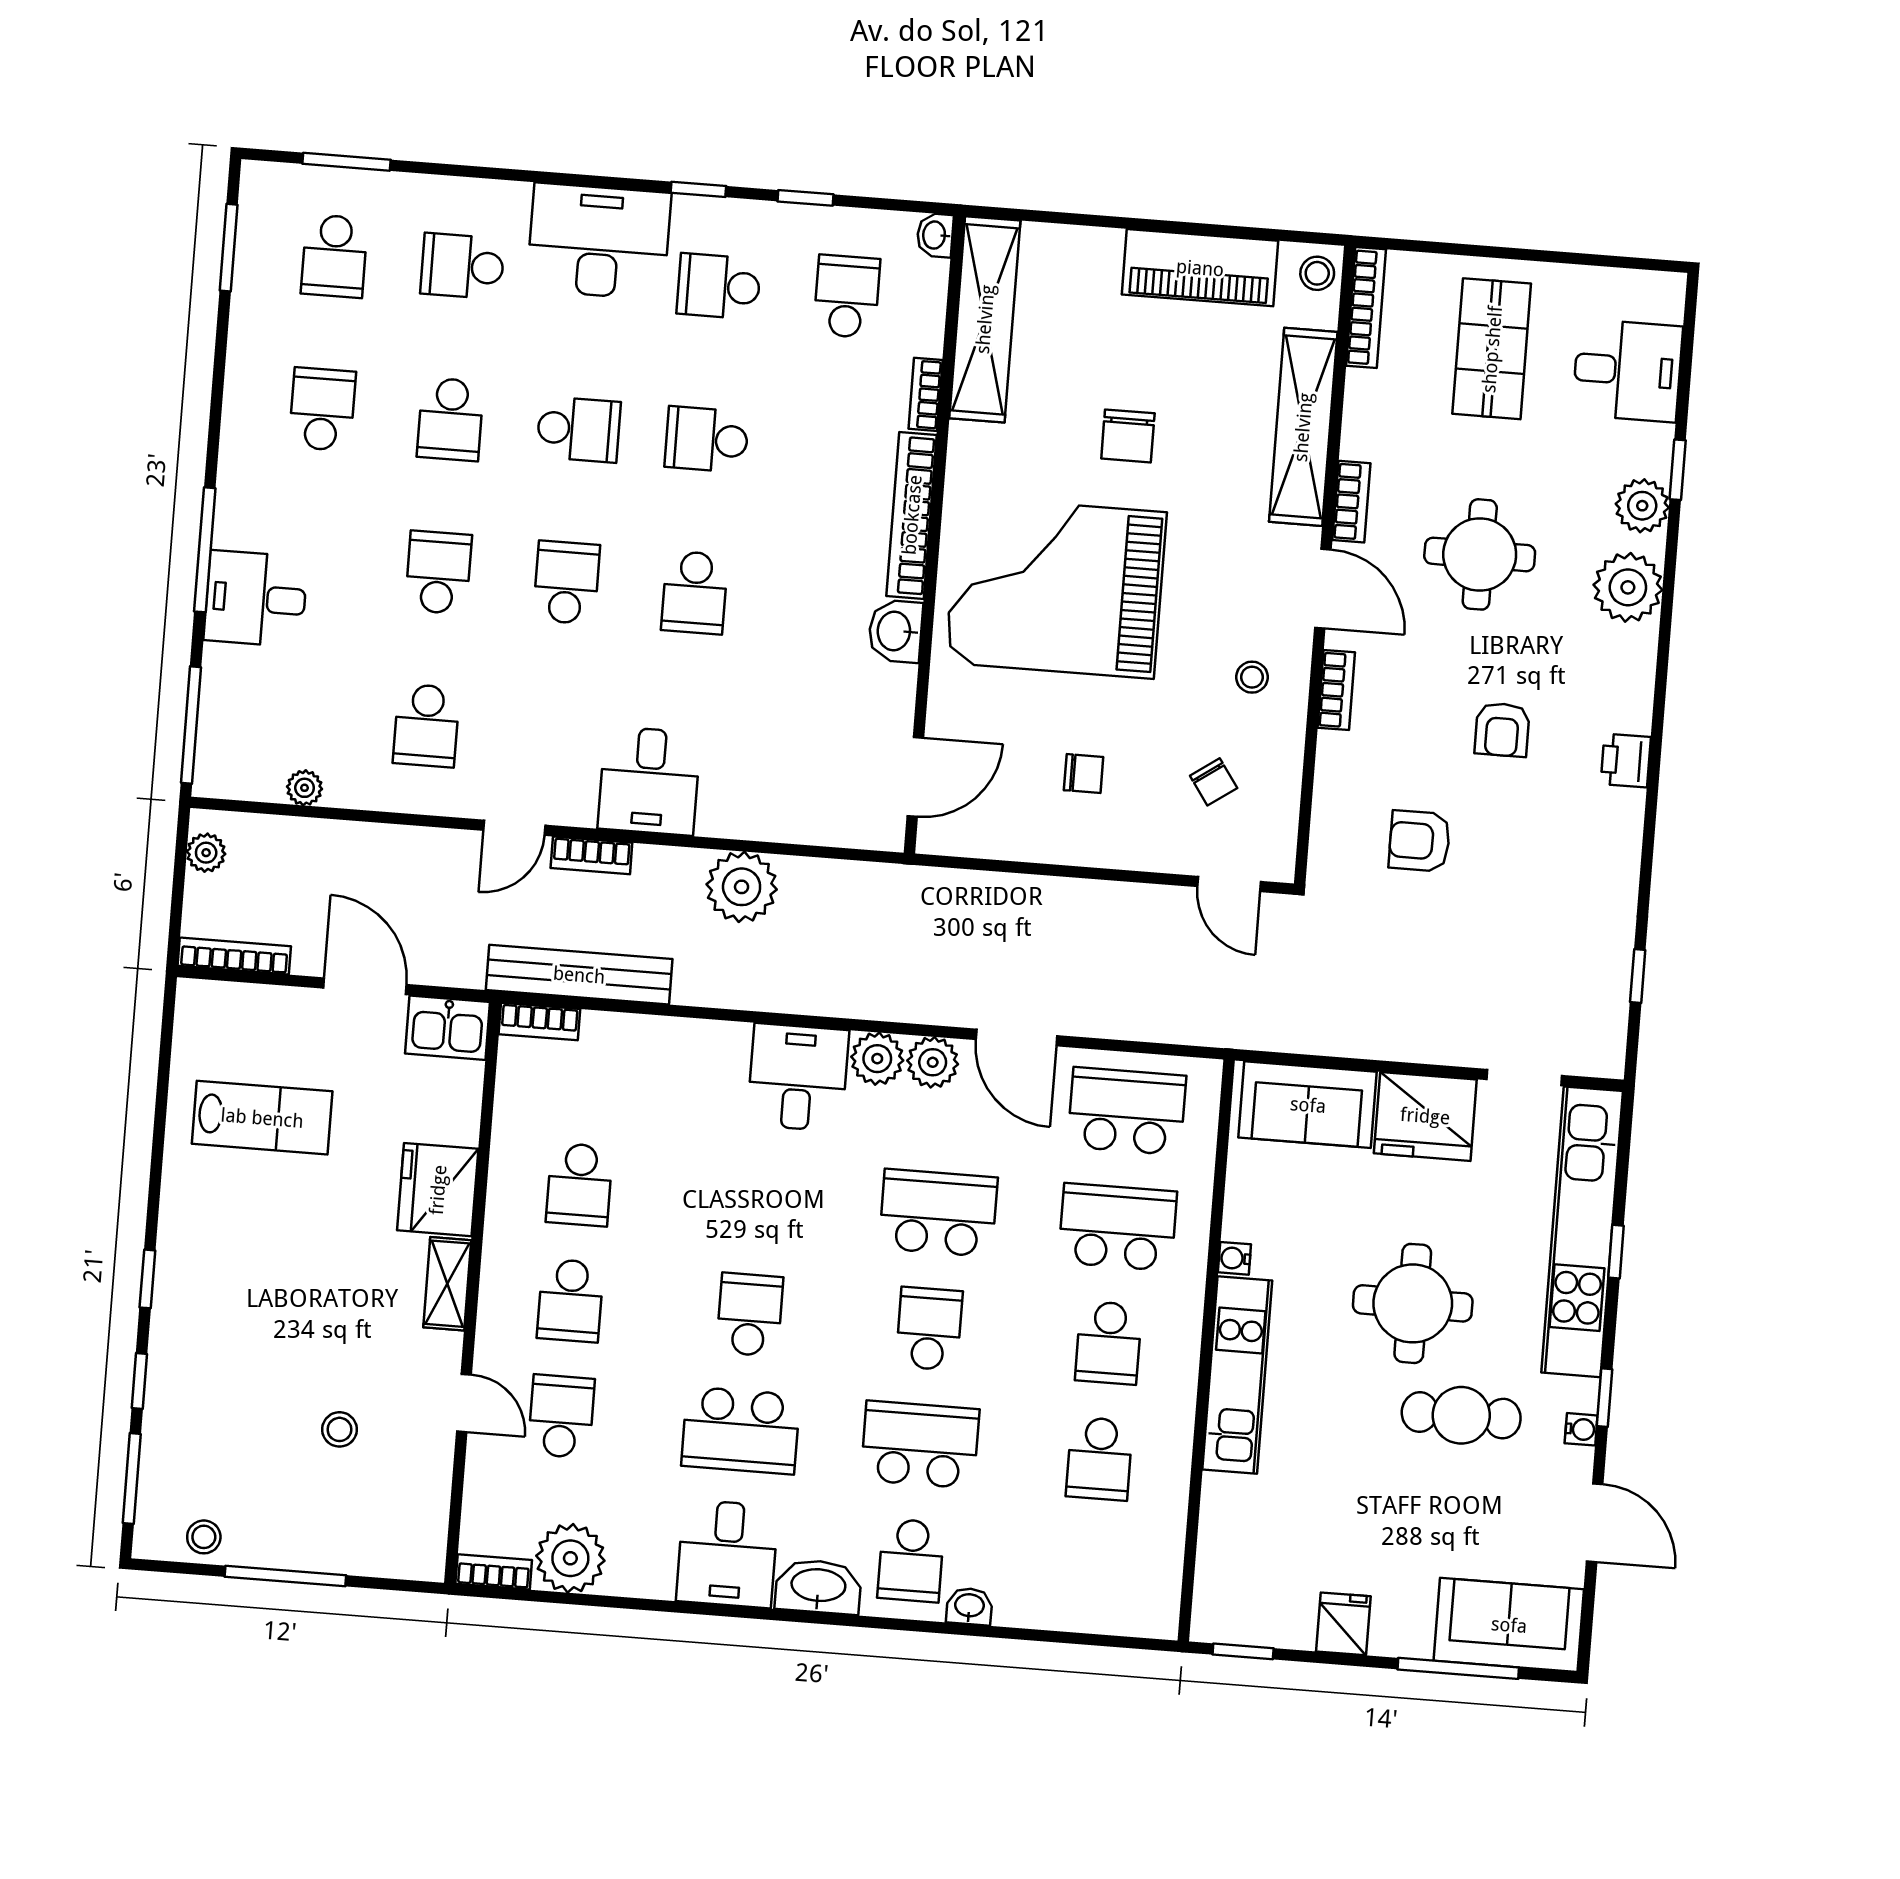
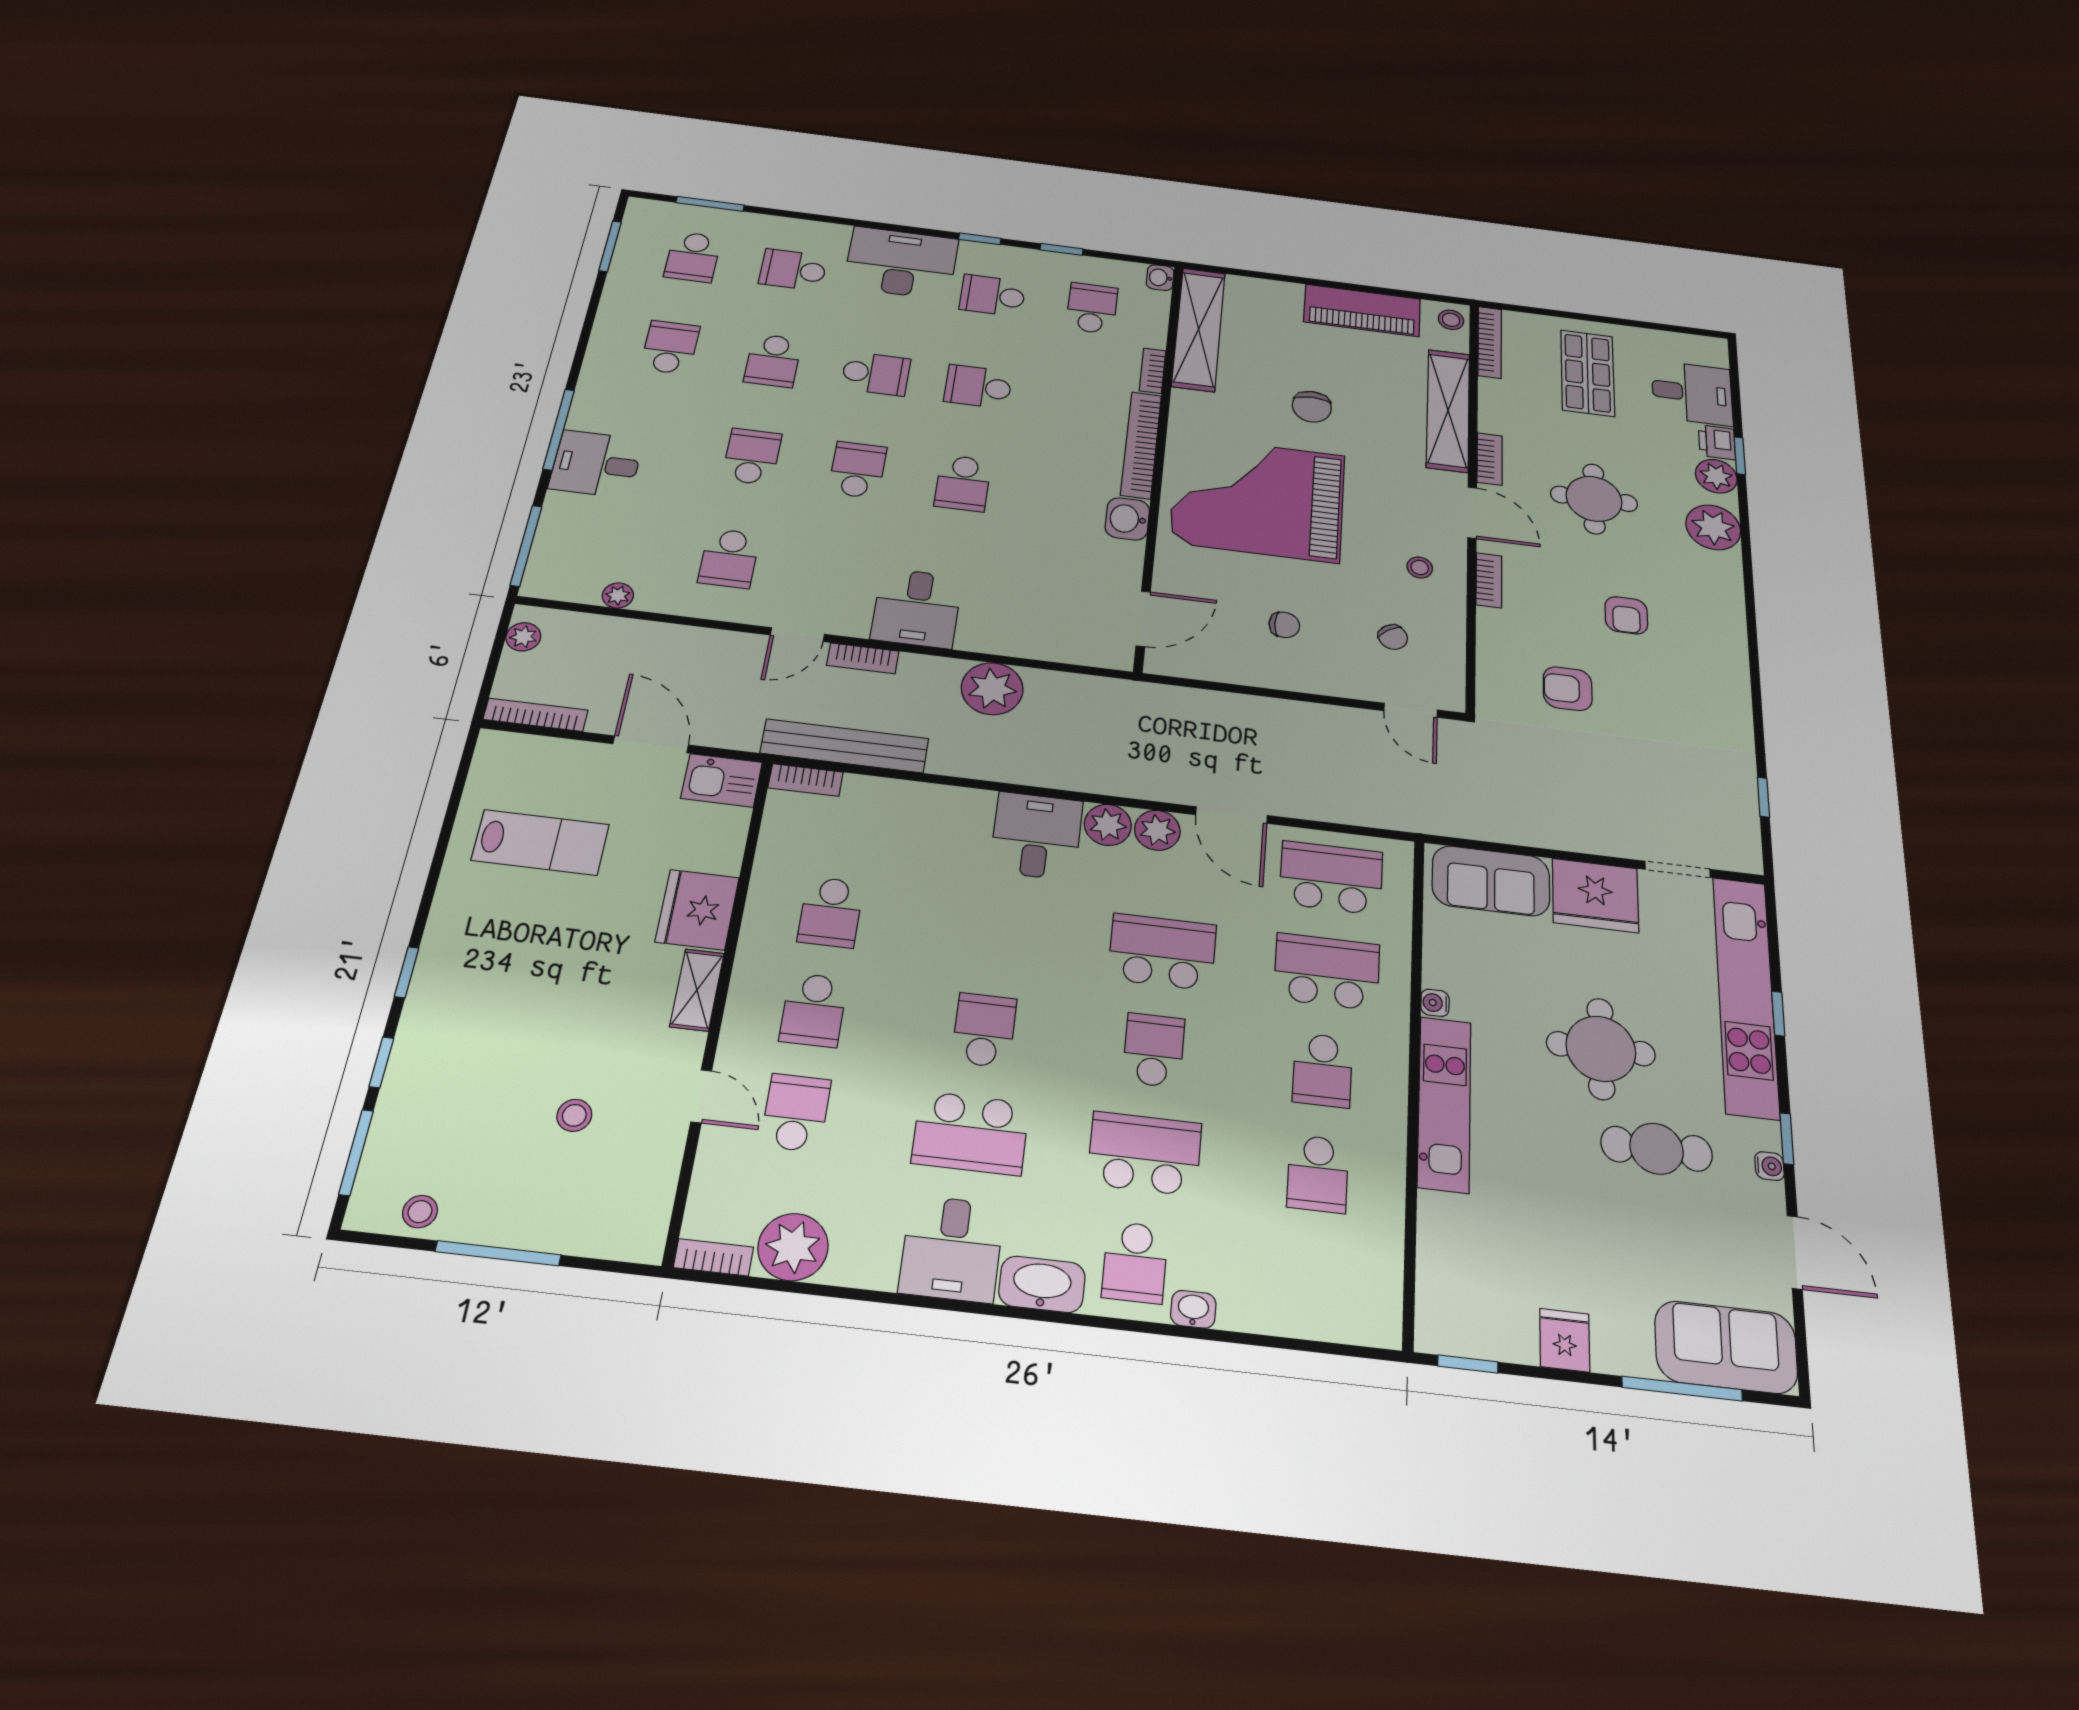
printer: (1626, 761) -> (1717, 442), moved

